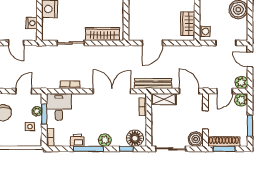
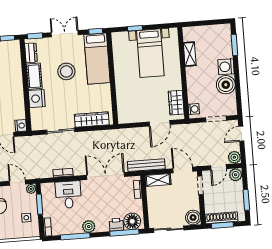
nightstand: (31, 23) -> (21, 126), moved
door: (152, 43) -> (160, 123), moved
door: (250, 60) -> (241, 134), hinge flipped
door: (24, 91) -> (17, 183), hinge flipped
desk: (59, 107) -> (68, 195), moved
plant: (37, 111) -> (31, 189), moved
doorway: (205, 120) -> (200, 185), moved
printer: (77, 140) -> (116, 225), moved
plant: (105, 140) -> (89, 227), moved
window: (88, 149) -> (75, 236), moved
window: (126, 149) -> (124, 233), width x2.17

